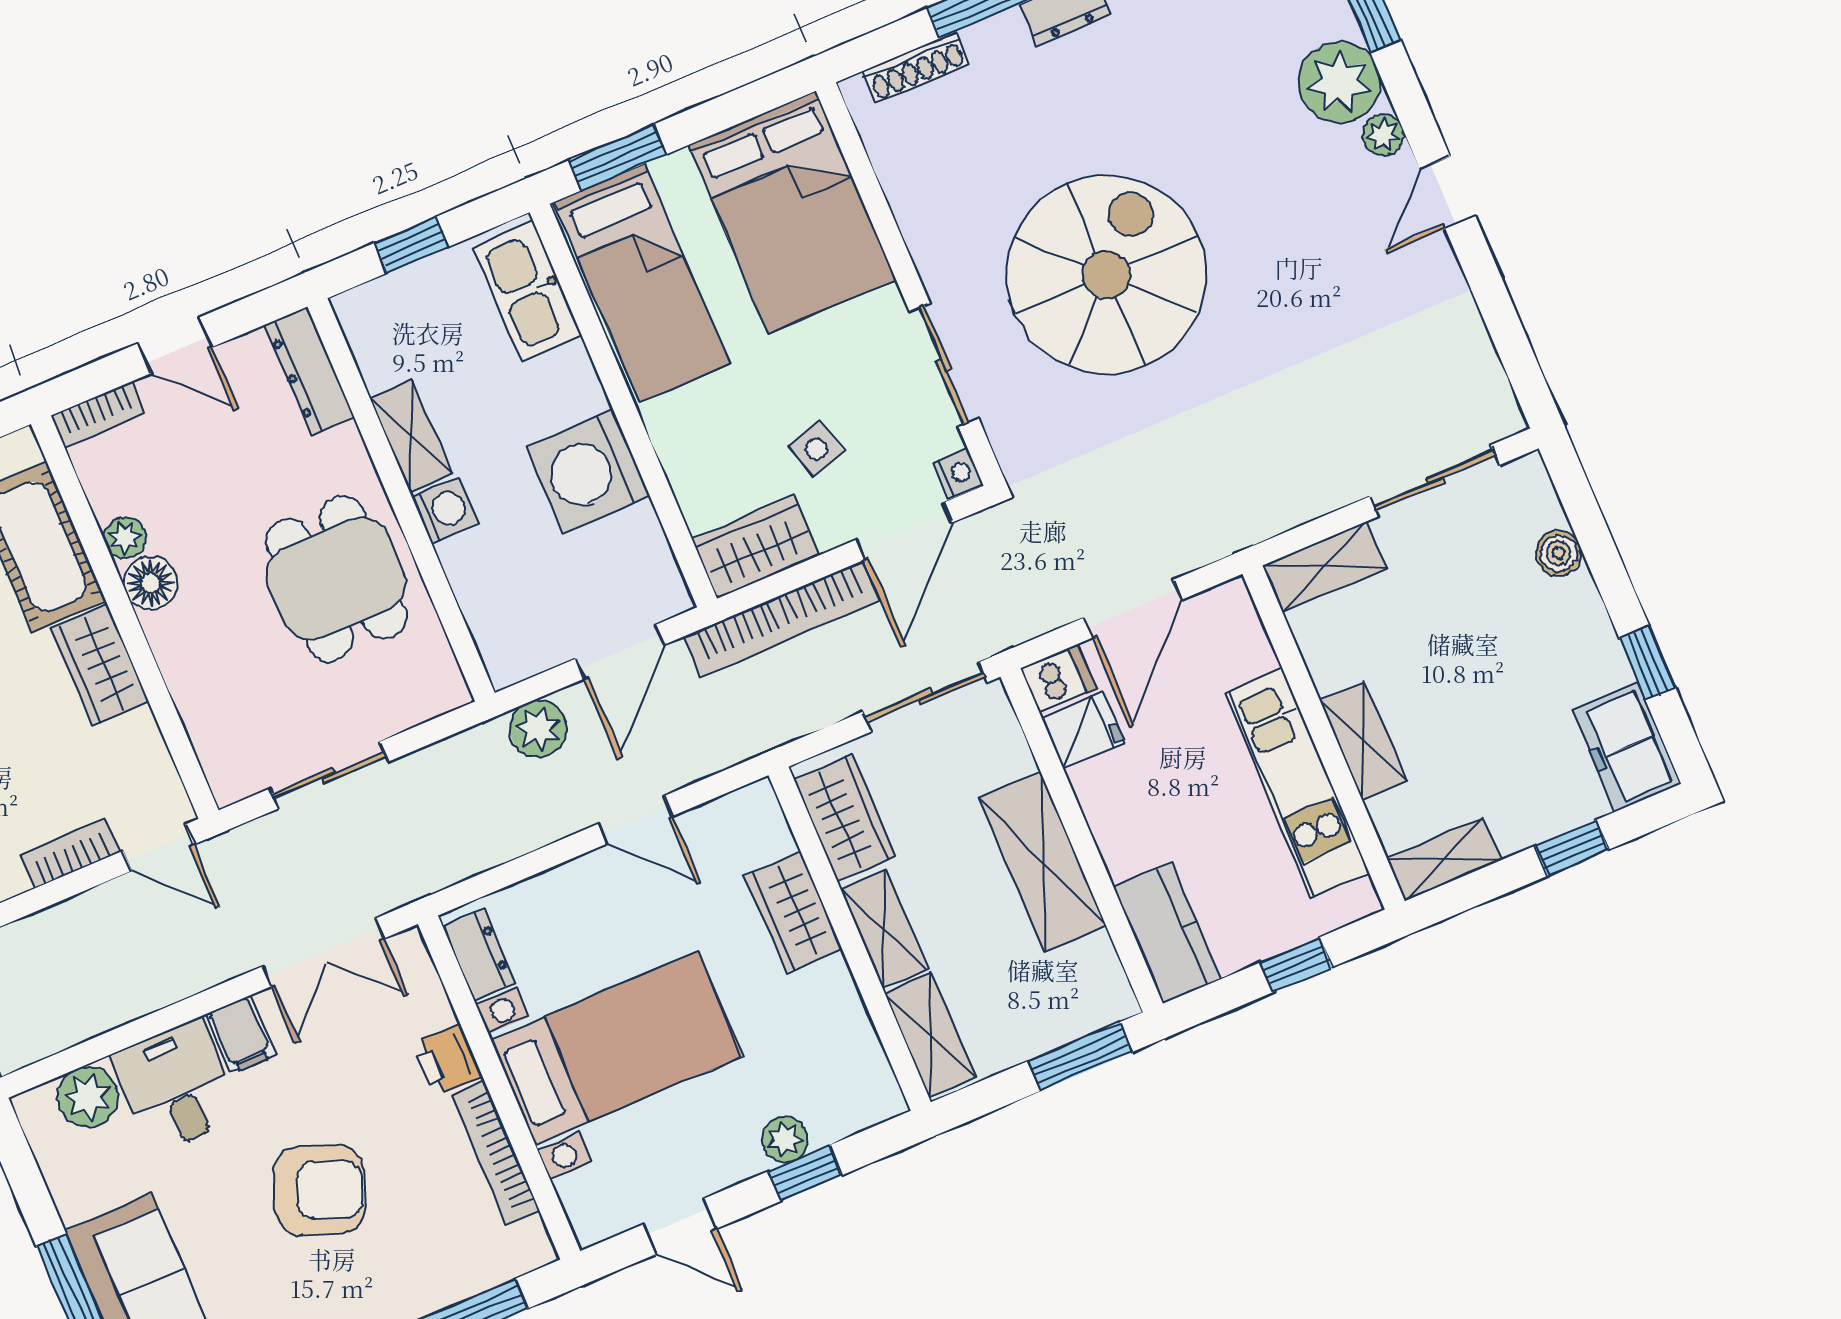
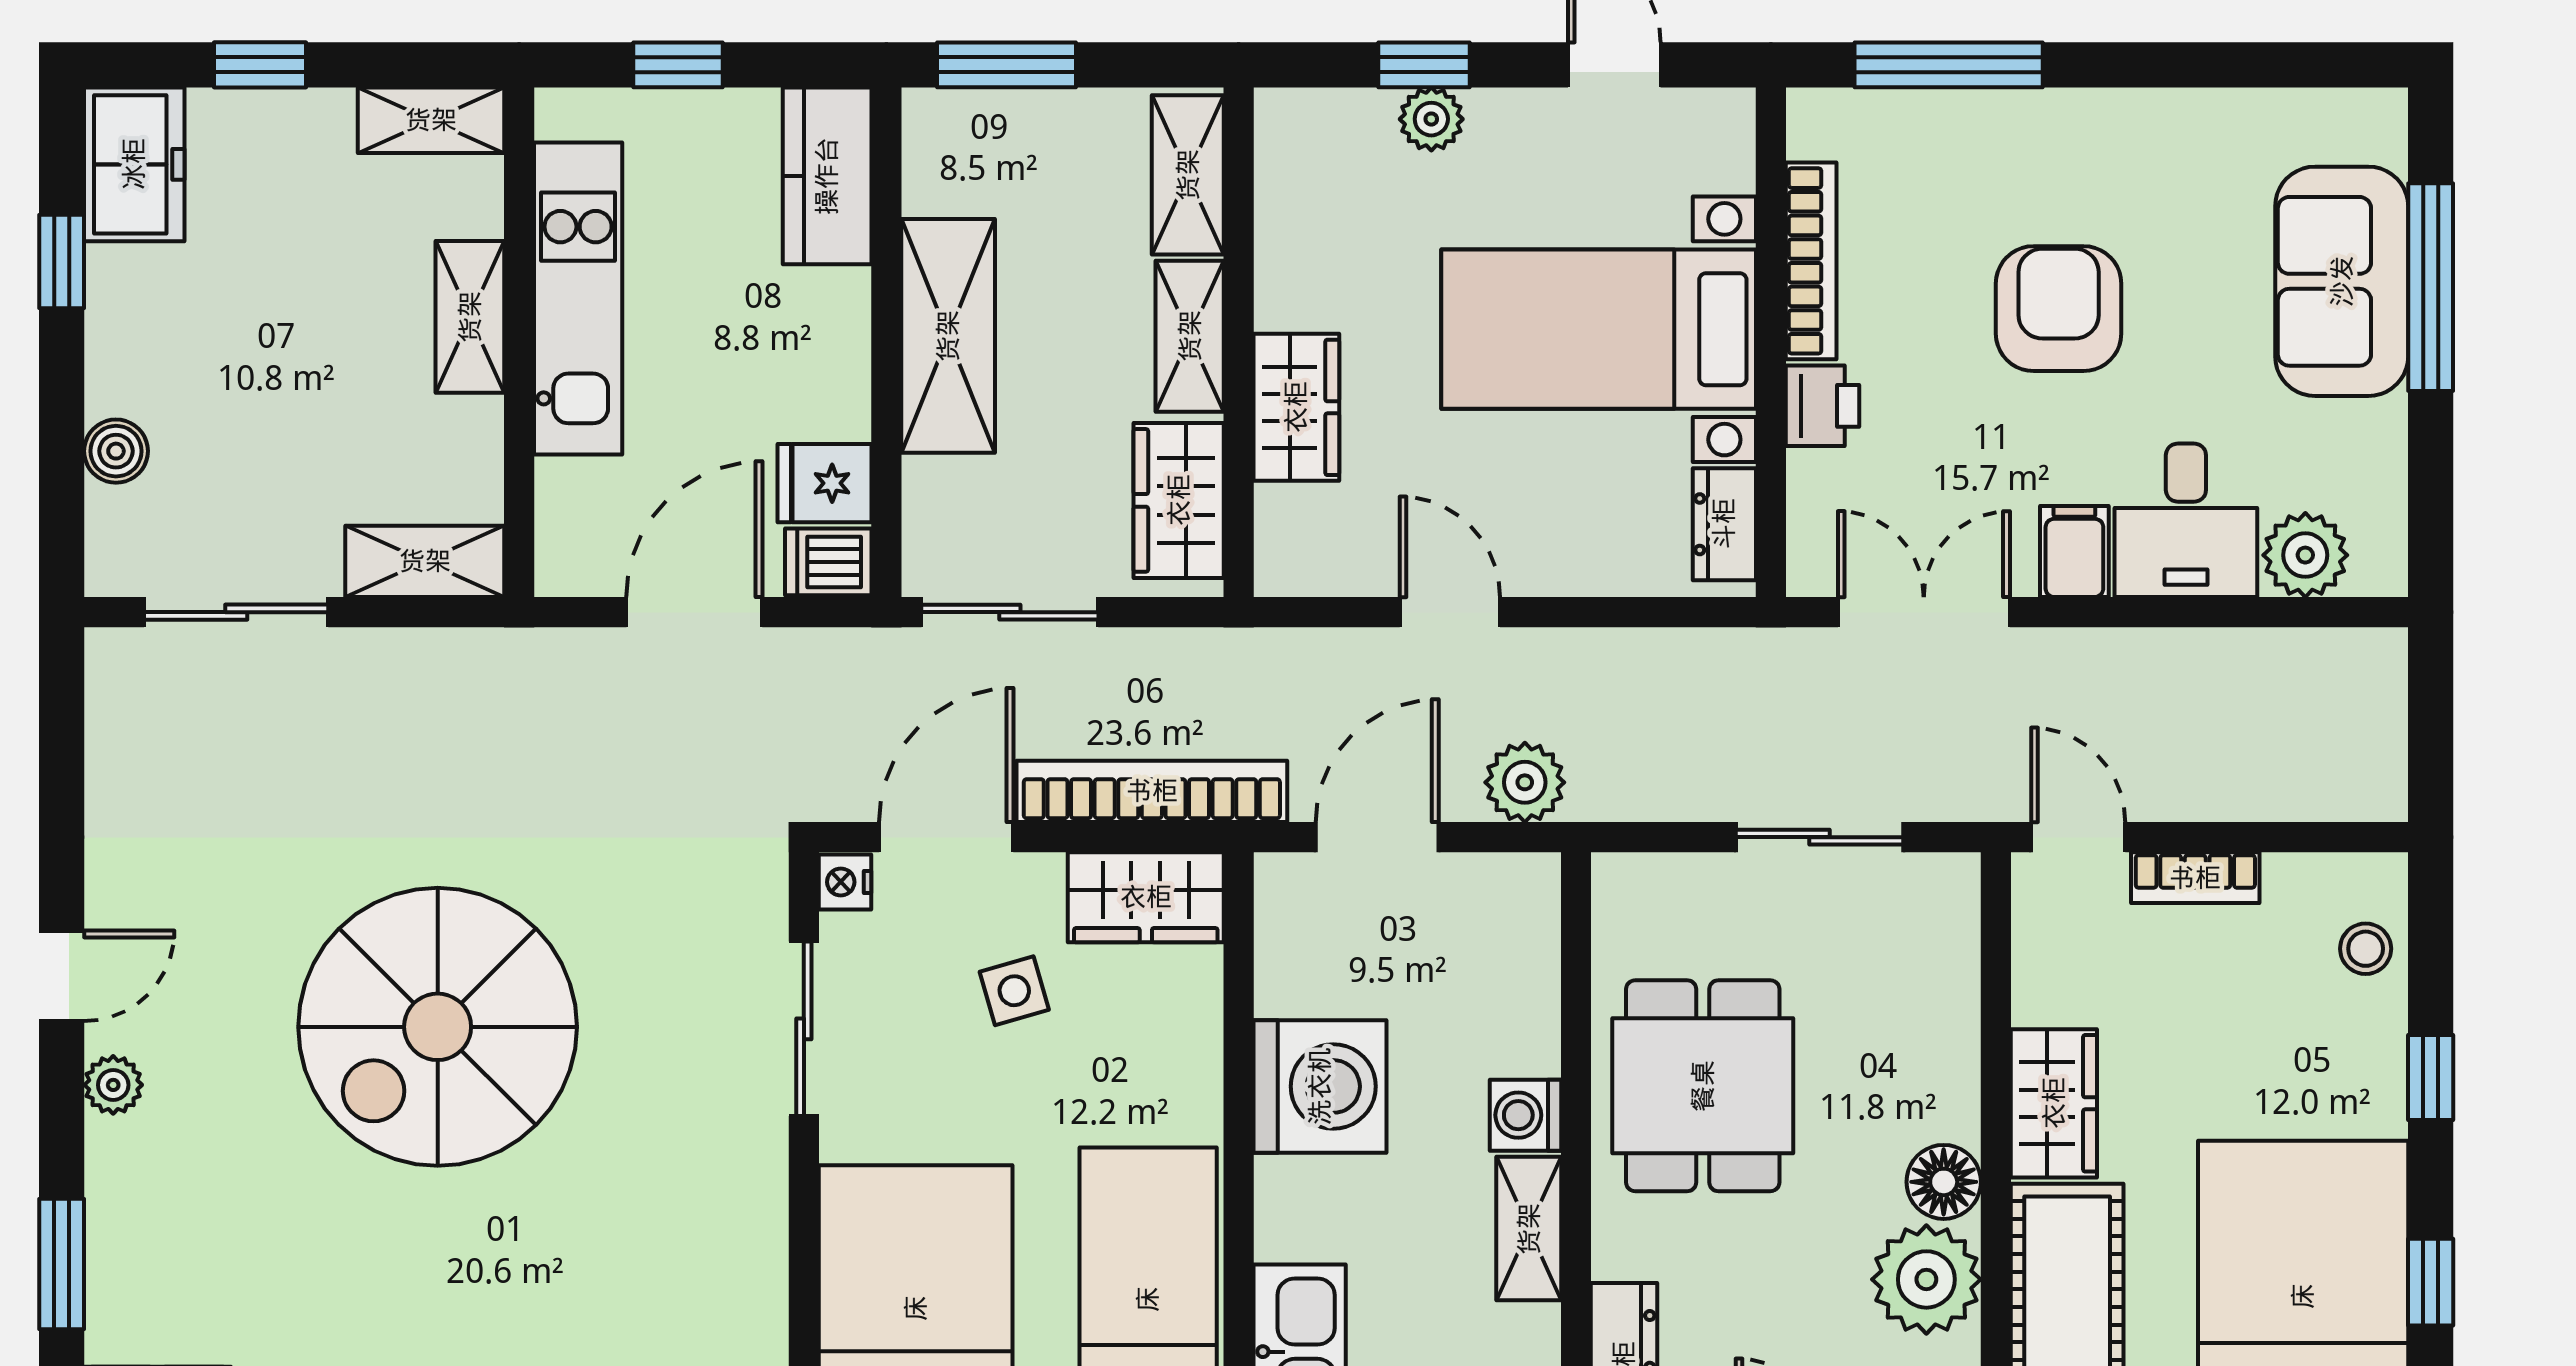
plant: (1339, 82) -> (141, 1177), removed
spiral stairs: (1106, 275) -> (438, 1027), moved
plant: (125, 538) -> (1926, 1279), width x1.88, depth x1.88
armchair: (319, 1190) -> (2059, 309), turned 69

